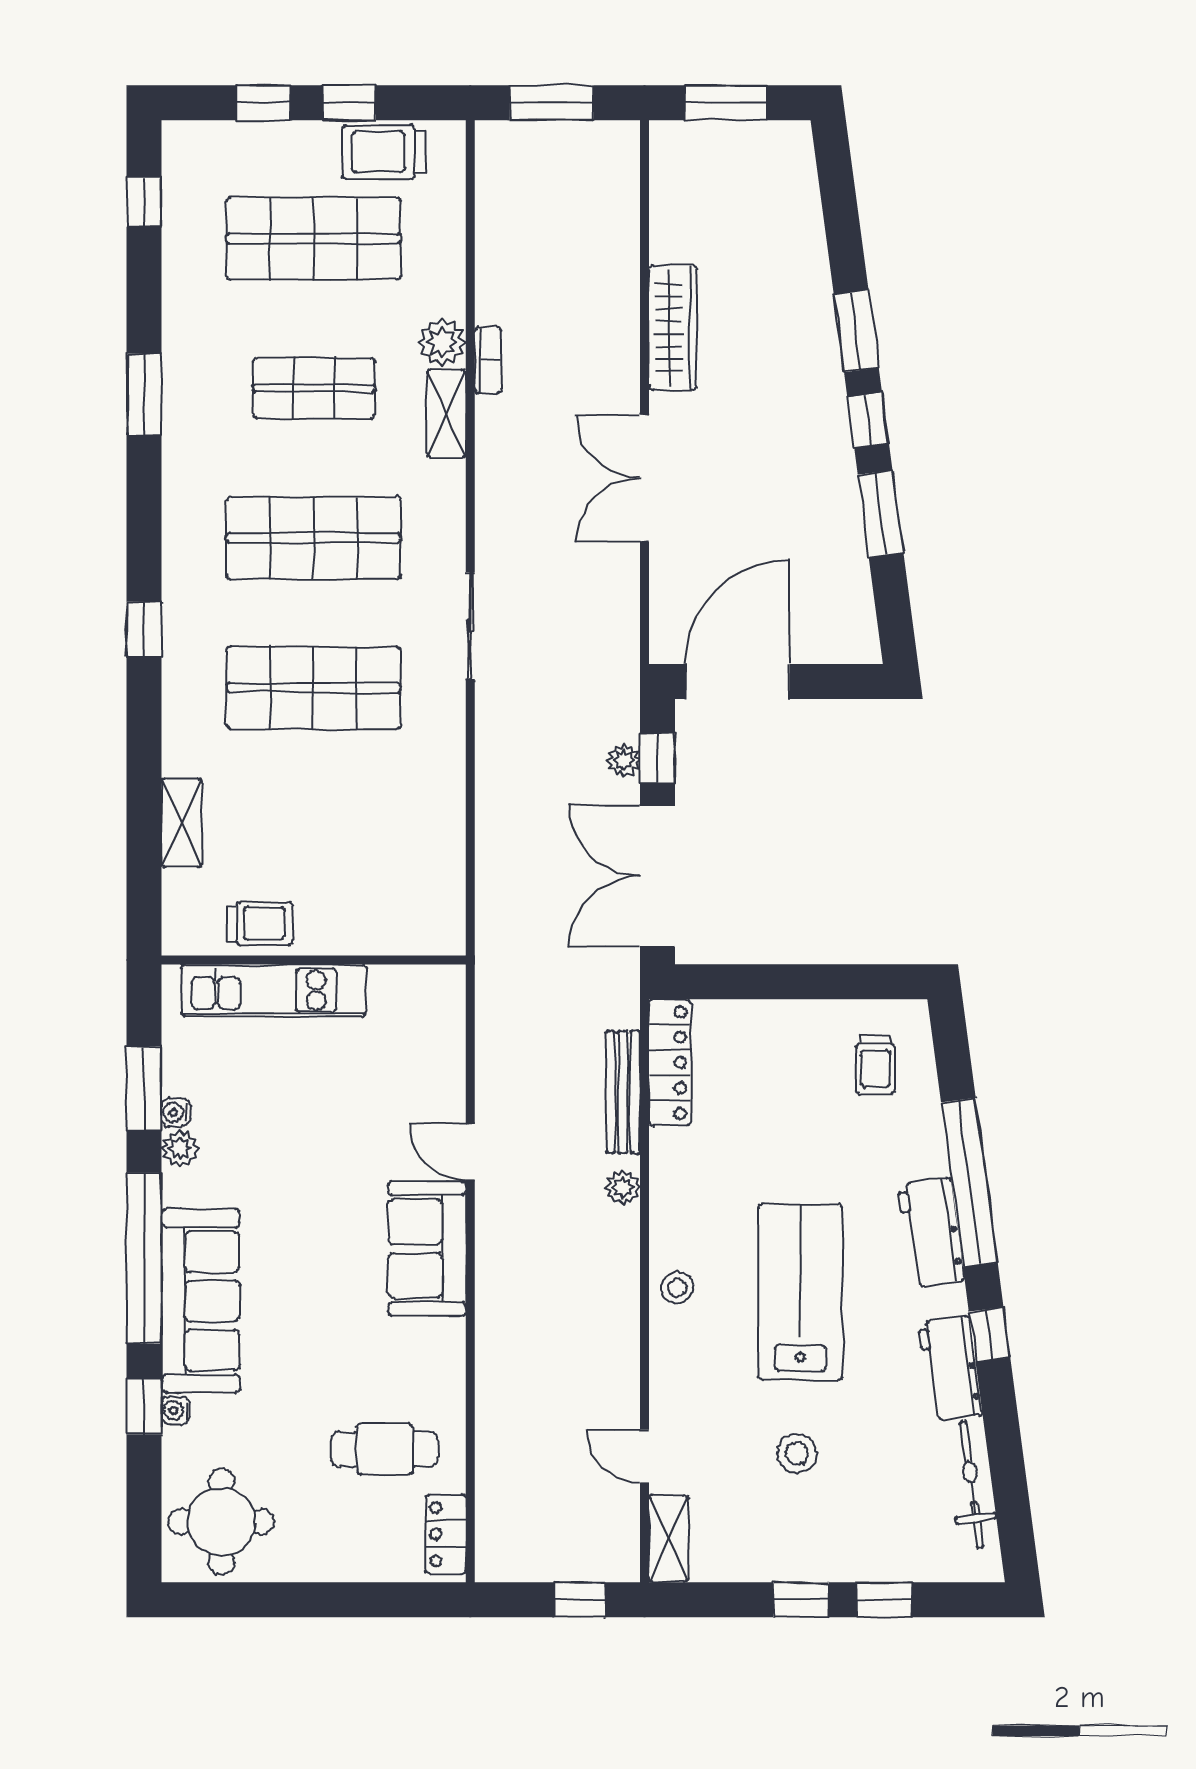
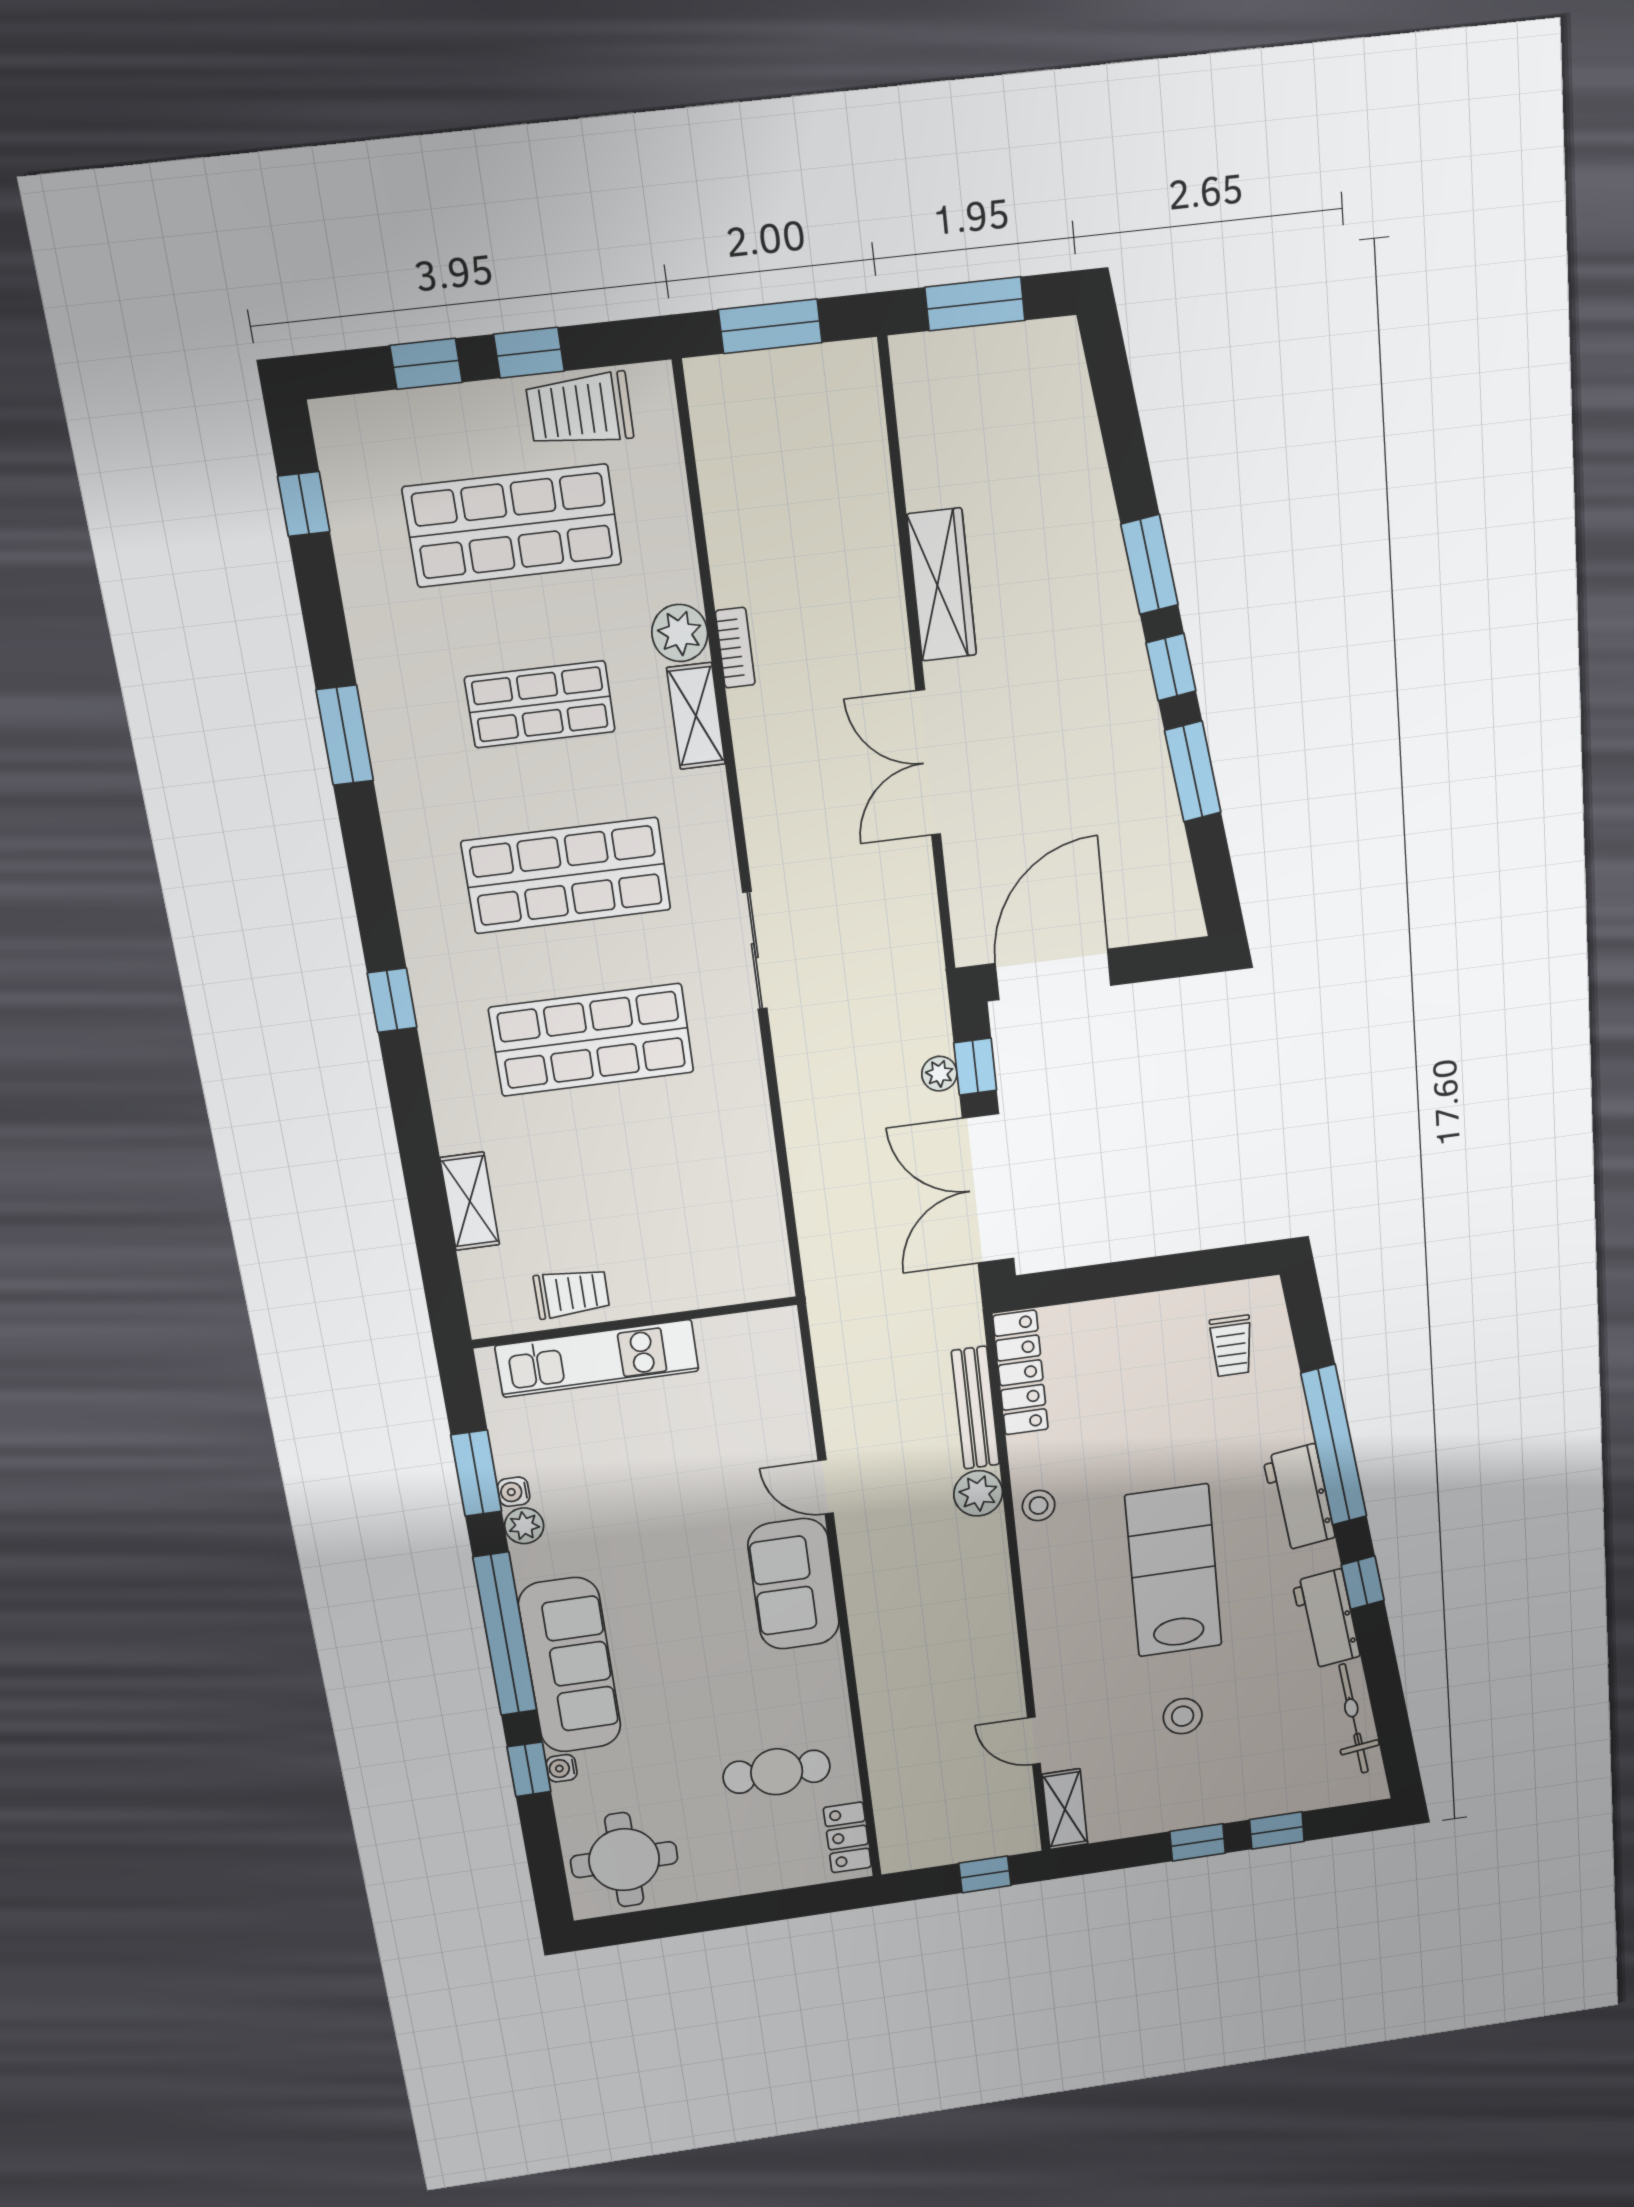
plant: (623, 1187) -> (978, 1493), width x1.38, depth x1.38
stool: (677, 1288) -> (1039, 1505), moved

